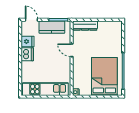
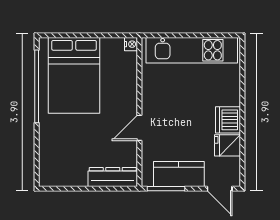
door: (72, 50) -> (139, 128), swing flipped

